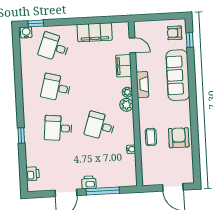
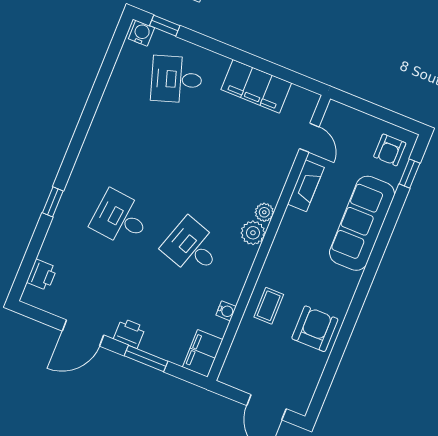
armchair: (175, 33) -> (390, 150), turned -90
desk: (54, 47) -> (177, 79), turned -39
filing cabinet: (124, 66) -> (203, 353), moved
fireplace: (142, 85) -> (306, 186), moved
desk: (56, 88) -> (148, 149), removed
window: (103, 191) -> (146, 359), width x0.69

